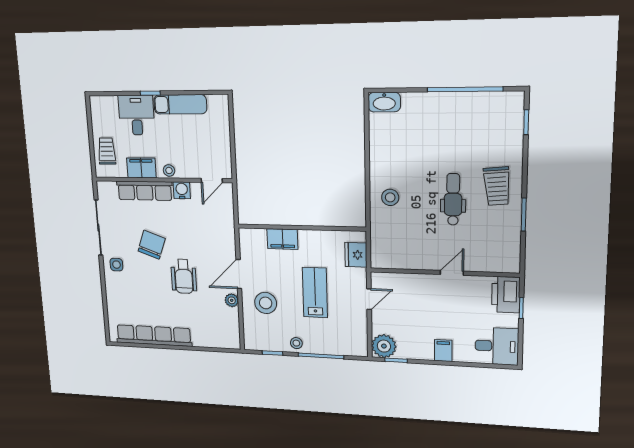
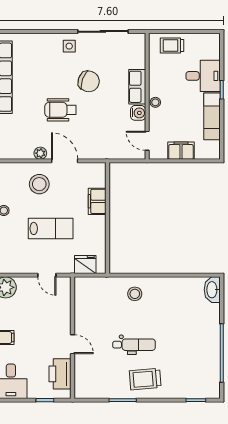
trolley: (107, 151) -> (172, 46), turned 180
filing cabinet: (141, 168) -> (181, 151), moved, turned -90
row of seats: (145, 191) -> (137, 87), width x0.68
printer: (506, 295) -> (60, 374), moved, turned -90

